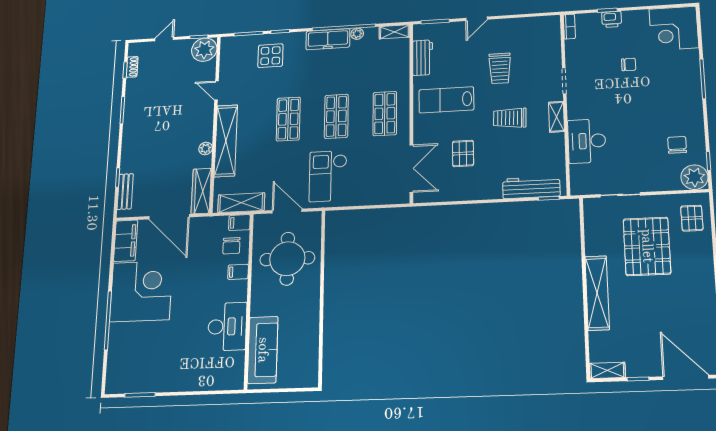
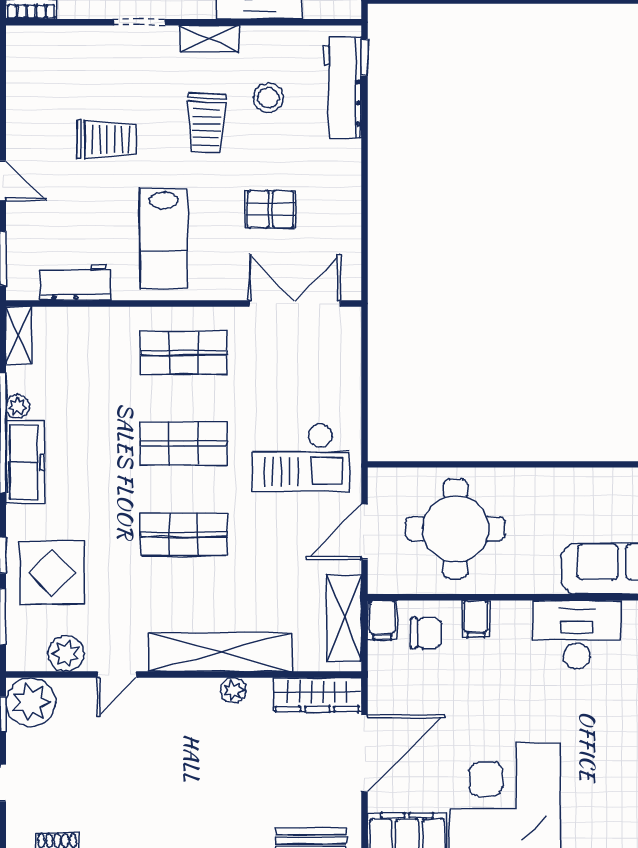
display table: (270, 56) -> (52, 572), width x1.36, depth x1.36
plant: (228, 65) -> (66, 654), added
stool: (525, 149) -> (268, 98), added

